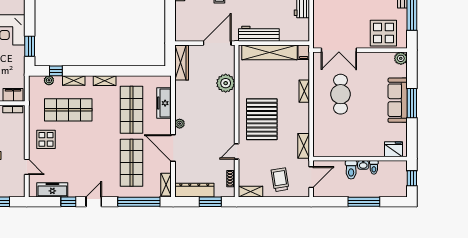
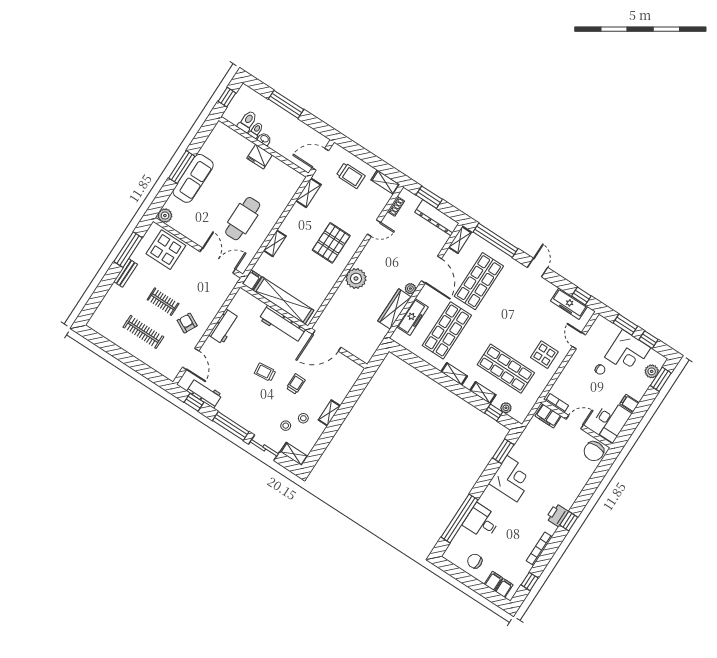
wardrobe: (182, 63) -> (395, 309), moved
plant: (226, 83) -> (356, 278), moved
pallet: (262, 119) -> (331, 243), width x0.73, depth x0.71
fridge: (394, 149) -> (260, 157), moved
toilet: (351, 170) -> (247, 121), moved
trolley: (280, 180) -> (351, 176), turned -81
window: (68, 202) -> (581, 296), moved
door: (94, 202) -> (538, 268), swing flipped

